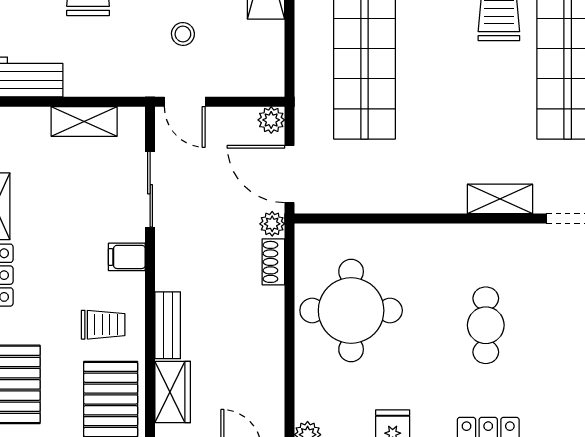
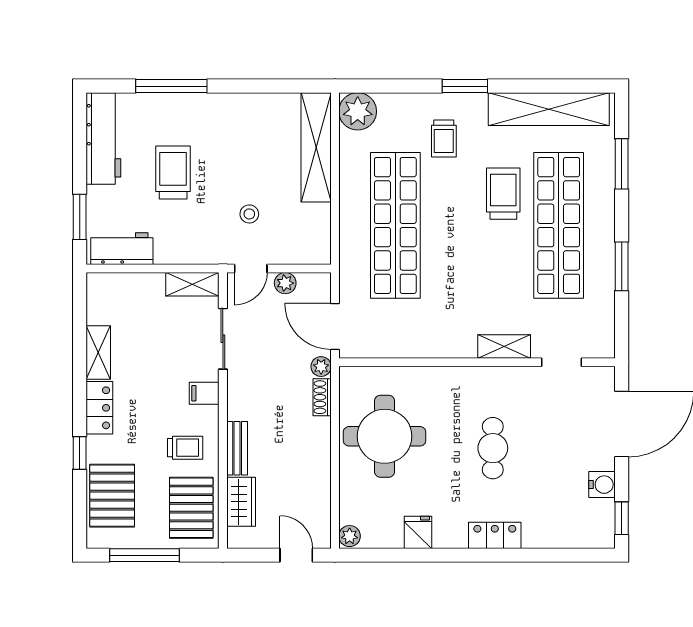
door: (185, 102) -> (251, 268), hinge flipped
plant: (271, 120) -> (285, 283), moved
shelving: (84, 121) -> (192, 284), moved

